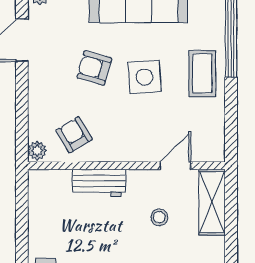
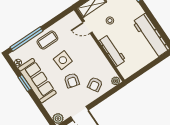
armchair: (74, 135) -> (95, 84), moved
workbench: (99, 183) -> (112, 51), width x1.38

